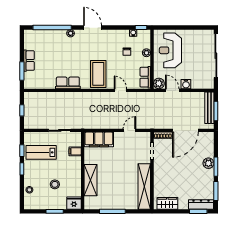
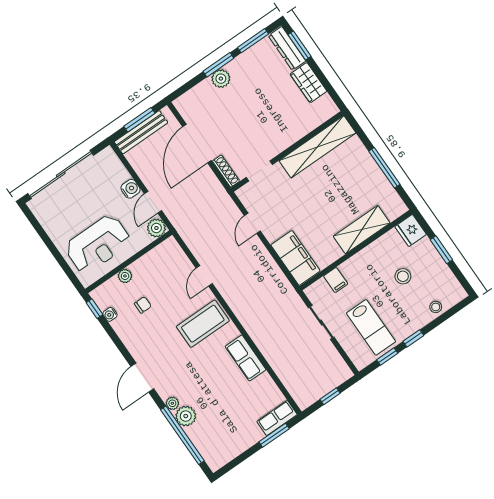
plant: (60, 35) -> (186, 416), added
row of seats: (29, 61) -> (277, 418), moved
row of seats: (145, 77) -> (161, 253), removed
door: (129, 130) -> (252, 223), hinge flipped
door: (185, 130) -> (197, 144), swing flipped
wardrobe: (167, 203) -> (308, 83), moved

